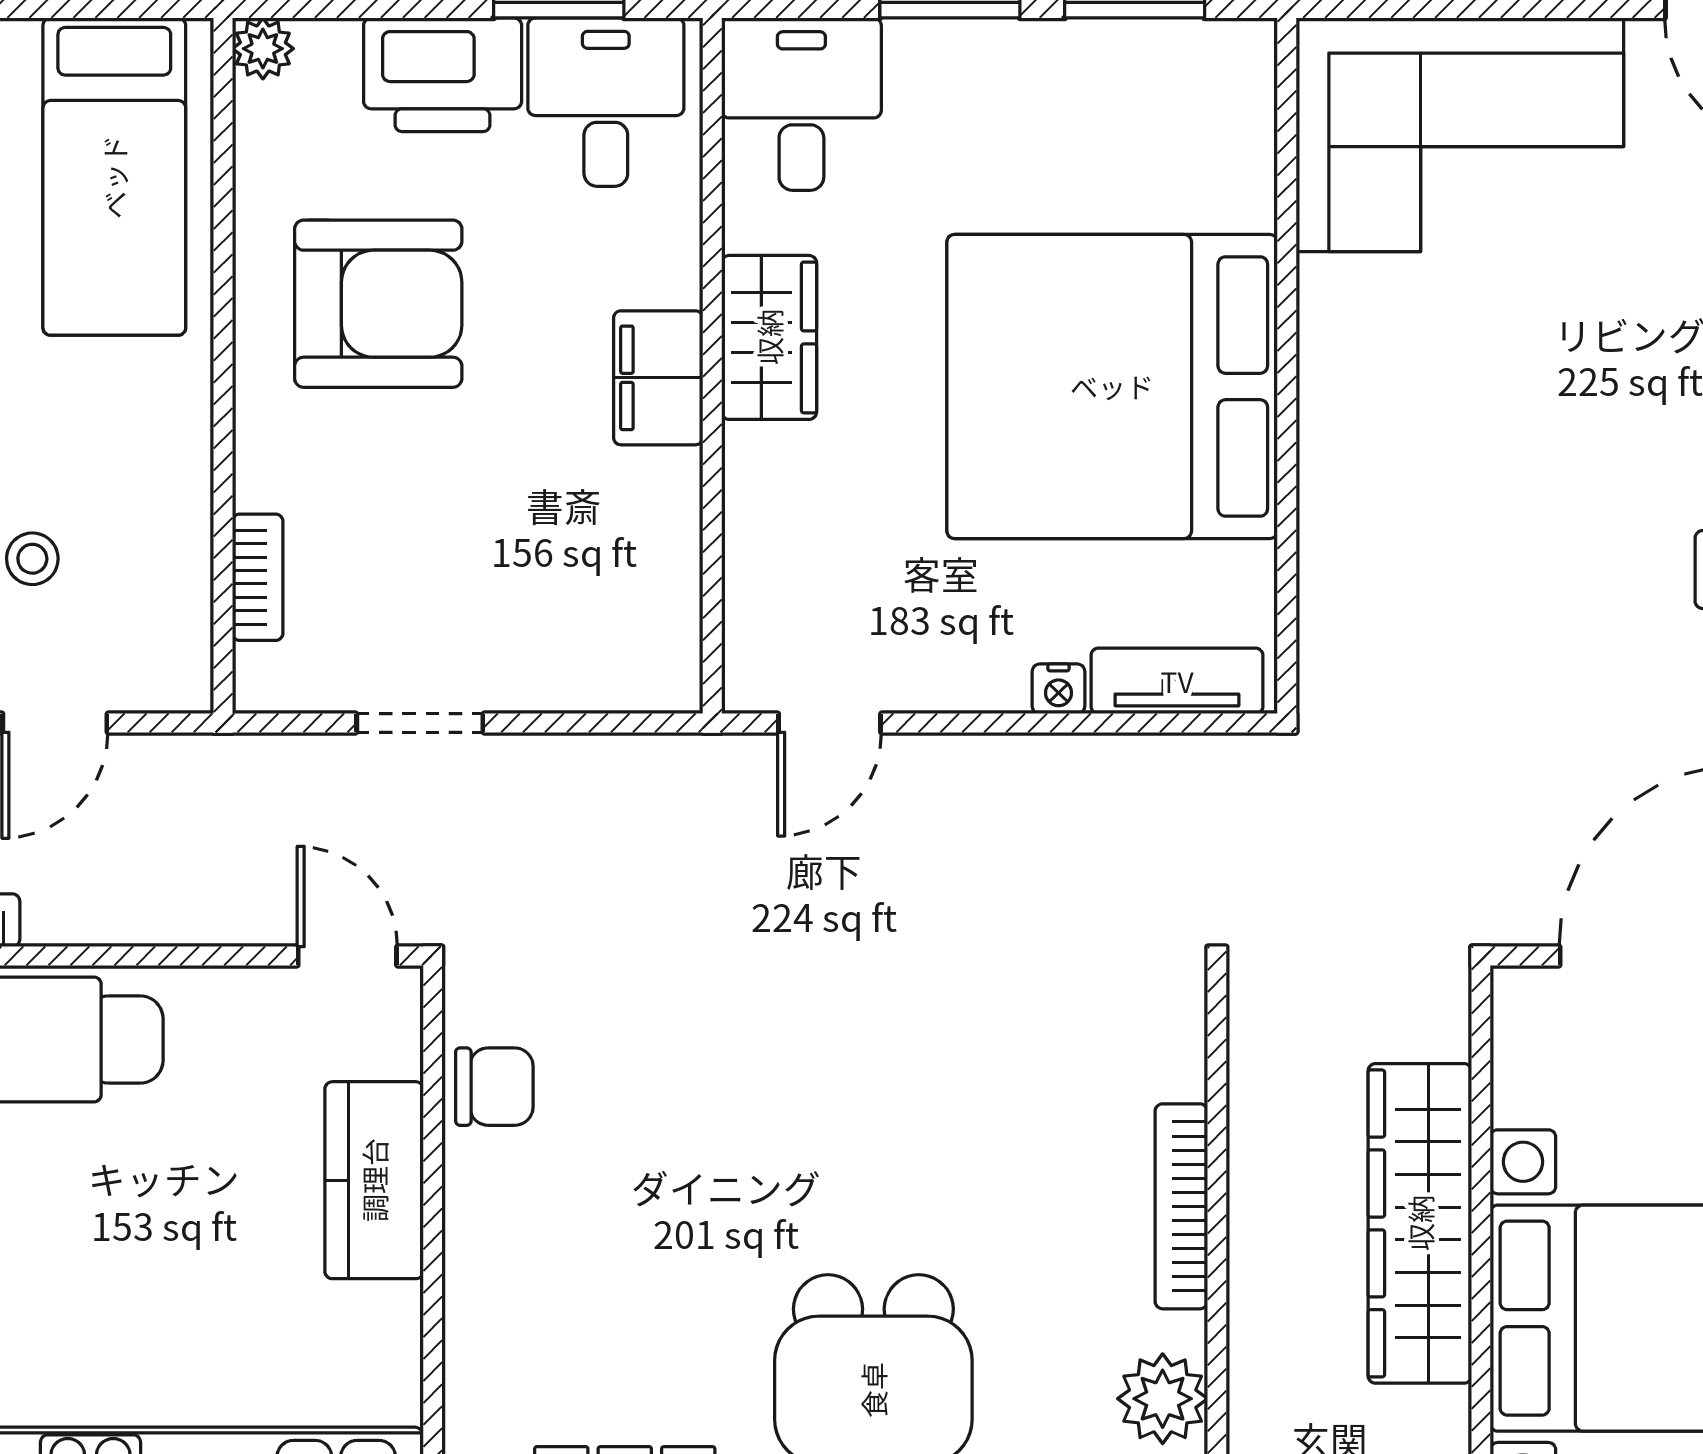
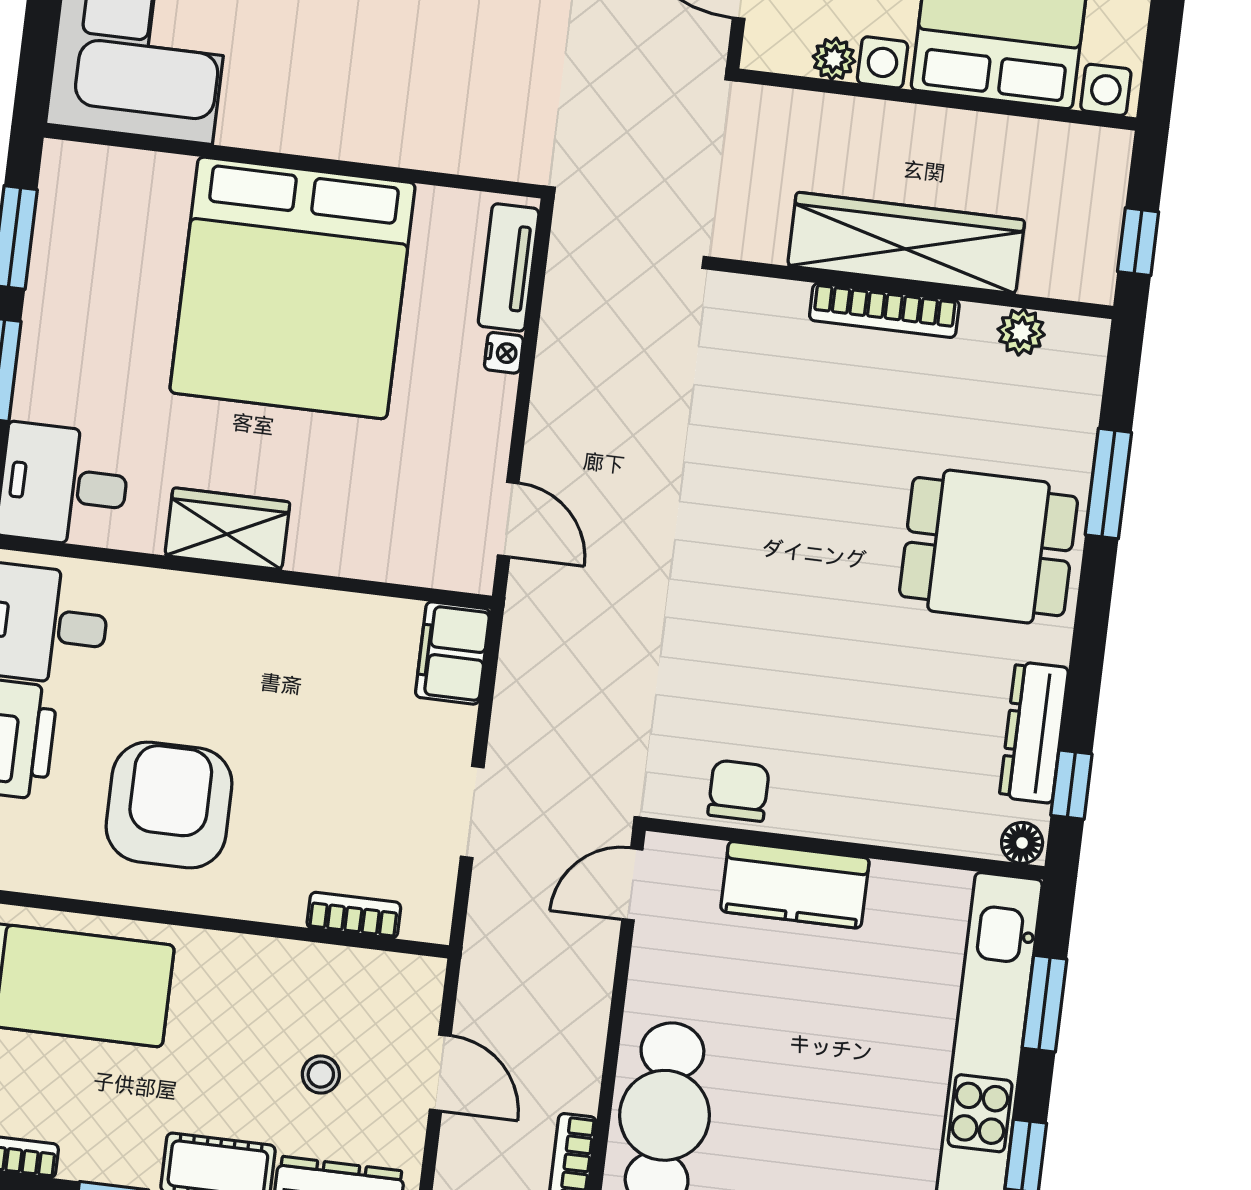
filing cabinet: (658, 378) -> (453, 653), moved, turned 90
plant: (1520, 1094) -> (834, 59), added
wardrobe: (1420, 1223) -> (906, 243), moved, turned 180
plant: (1163, 1399) -> (1021, 332), width x0.73, depth x0.73

